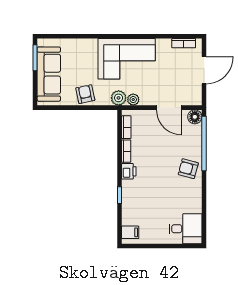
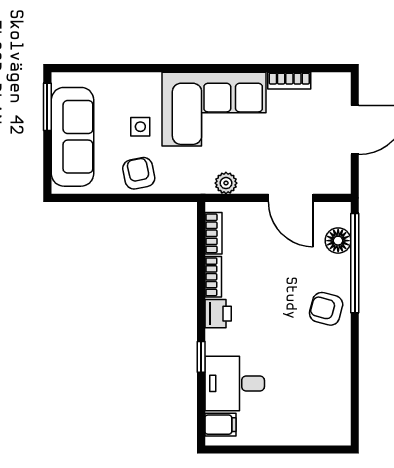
bookcase: (184, 43) -> (289, 81), moved
side table: (86, 69) -> (140, 127), added
plant: (119, 98) -> (199, 180), removed
floor lamp: (195, 117) -> (338, 241), moved
desk: (186, 229) -> (235, 383), moved, turned 180

